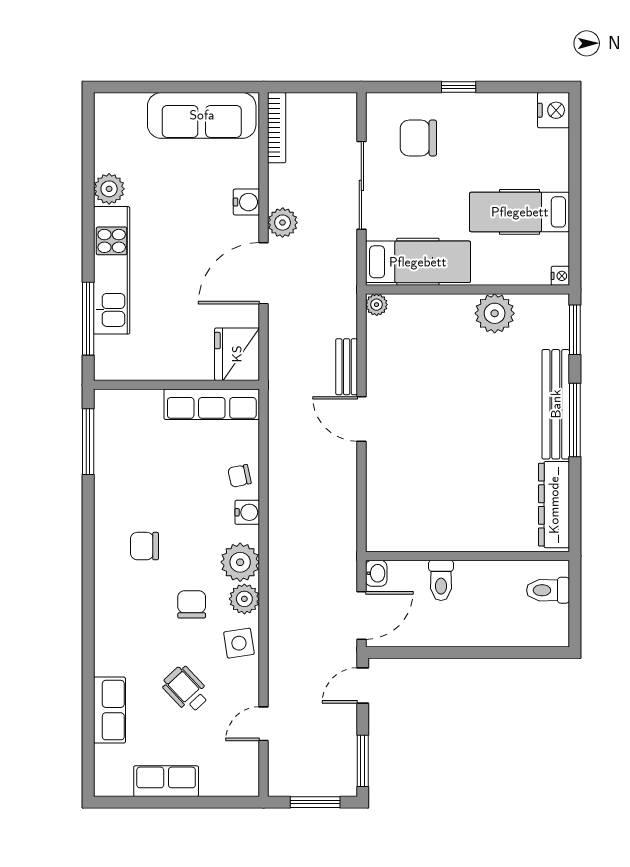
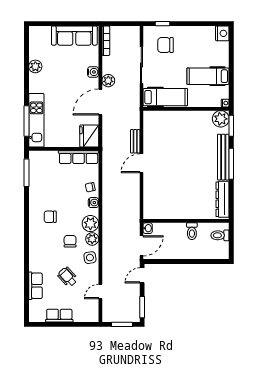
window: (459, 87) -> (163, 24), moved
kitchen unit: (112, 270) -> (36, 120), moved
plant: (377, 305) -> (148, 115), removed
plant: (495, 313) -> (221, 119), moved
door: (361, 419) -> (141, 163), hinge flipped
toilet: (441, 580) -> (192, 231), moved

